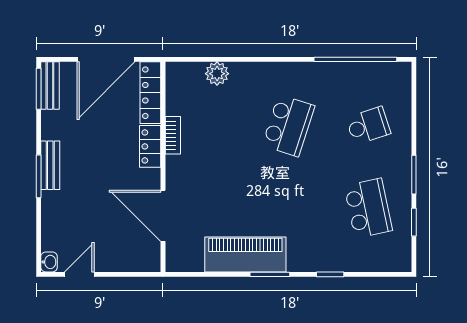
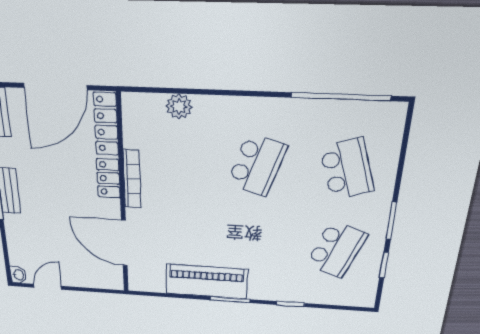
school desk: (368, 126) -> (347, 169), width x1.85
bookcase: (173, 135) -> (132, 179), width x1.56
school desk: (368, 208) -> (337, 249), turned 33

